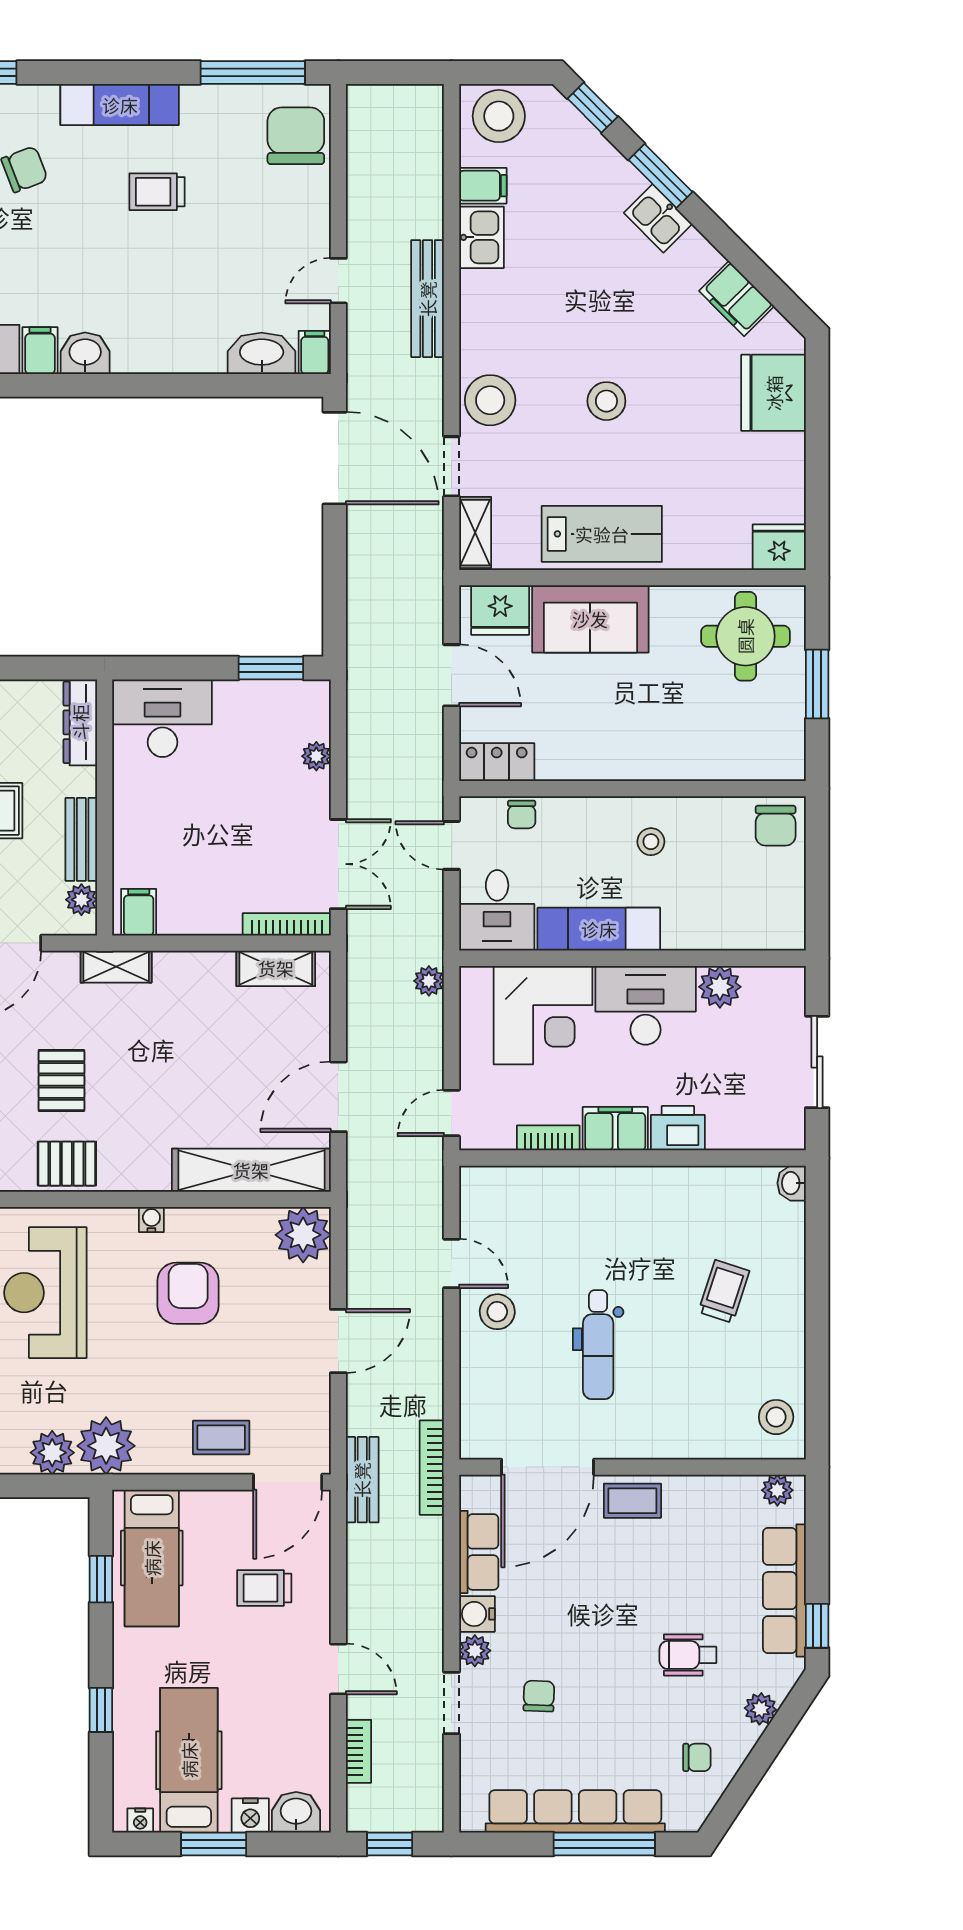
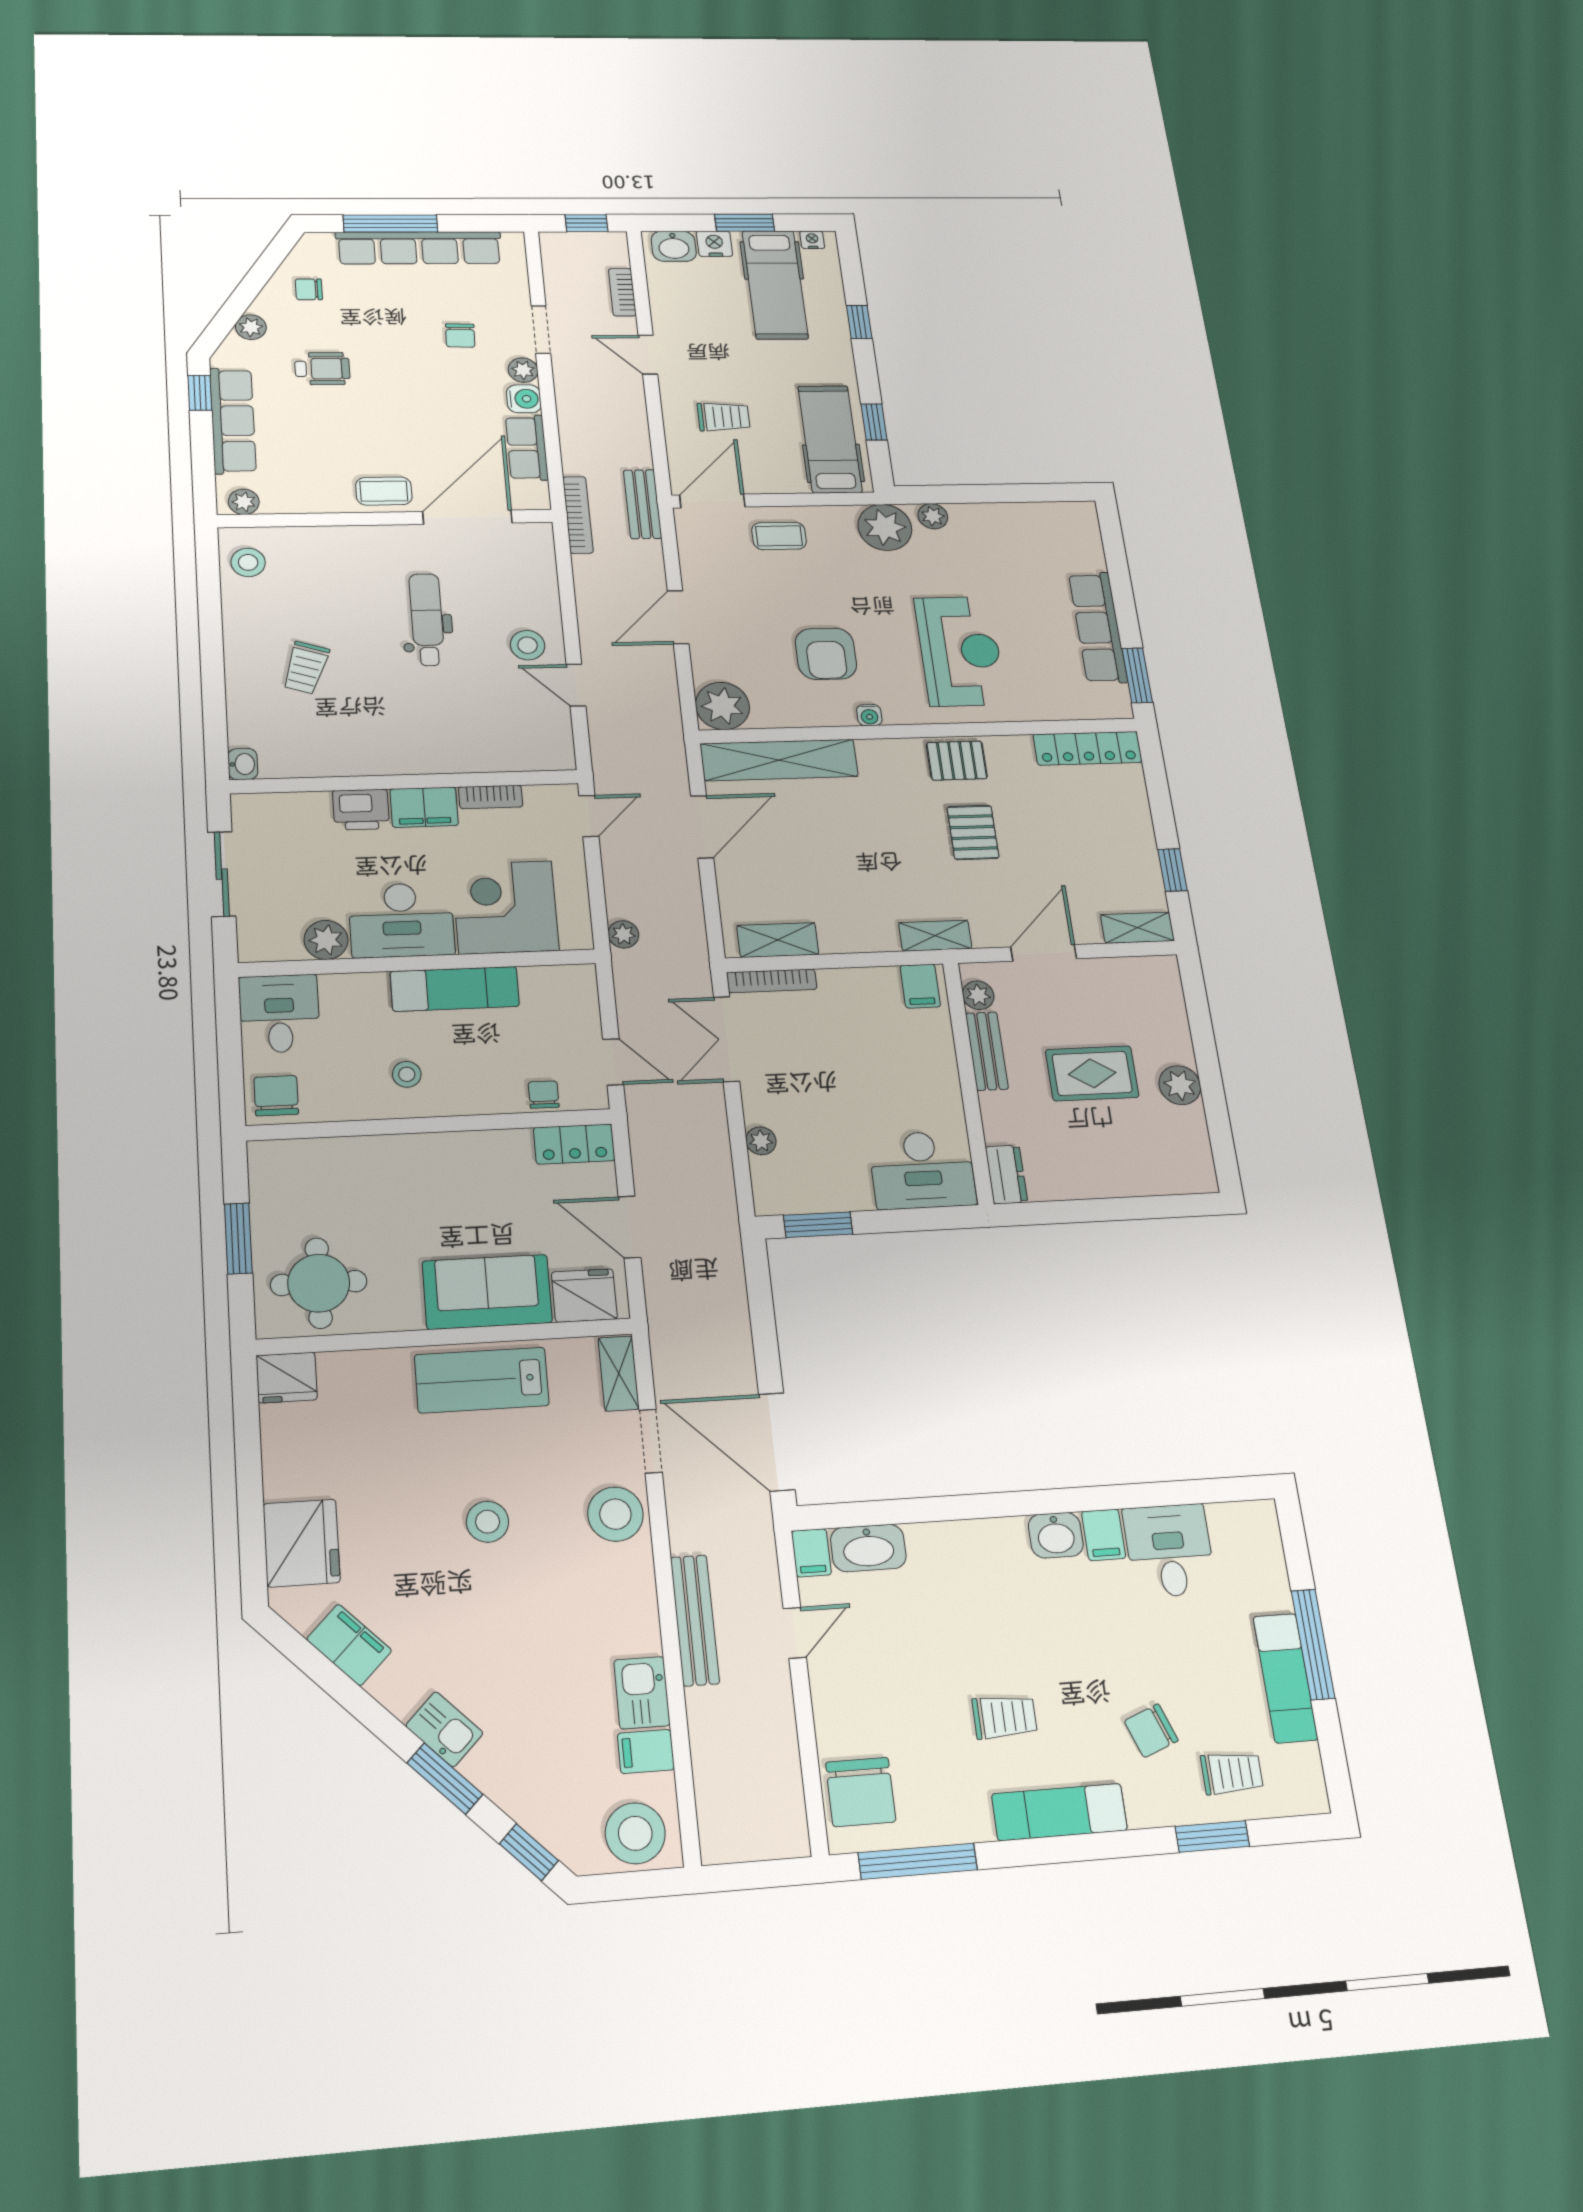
dresser: (80, 722) -> (1006, 1174), width x0.70
desk: (497, 910) -> (279, 1014), moved
plant: (52, 1453) -> (933, 516), width x0.73, depth x0.73

